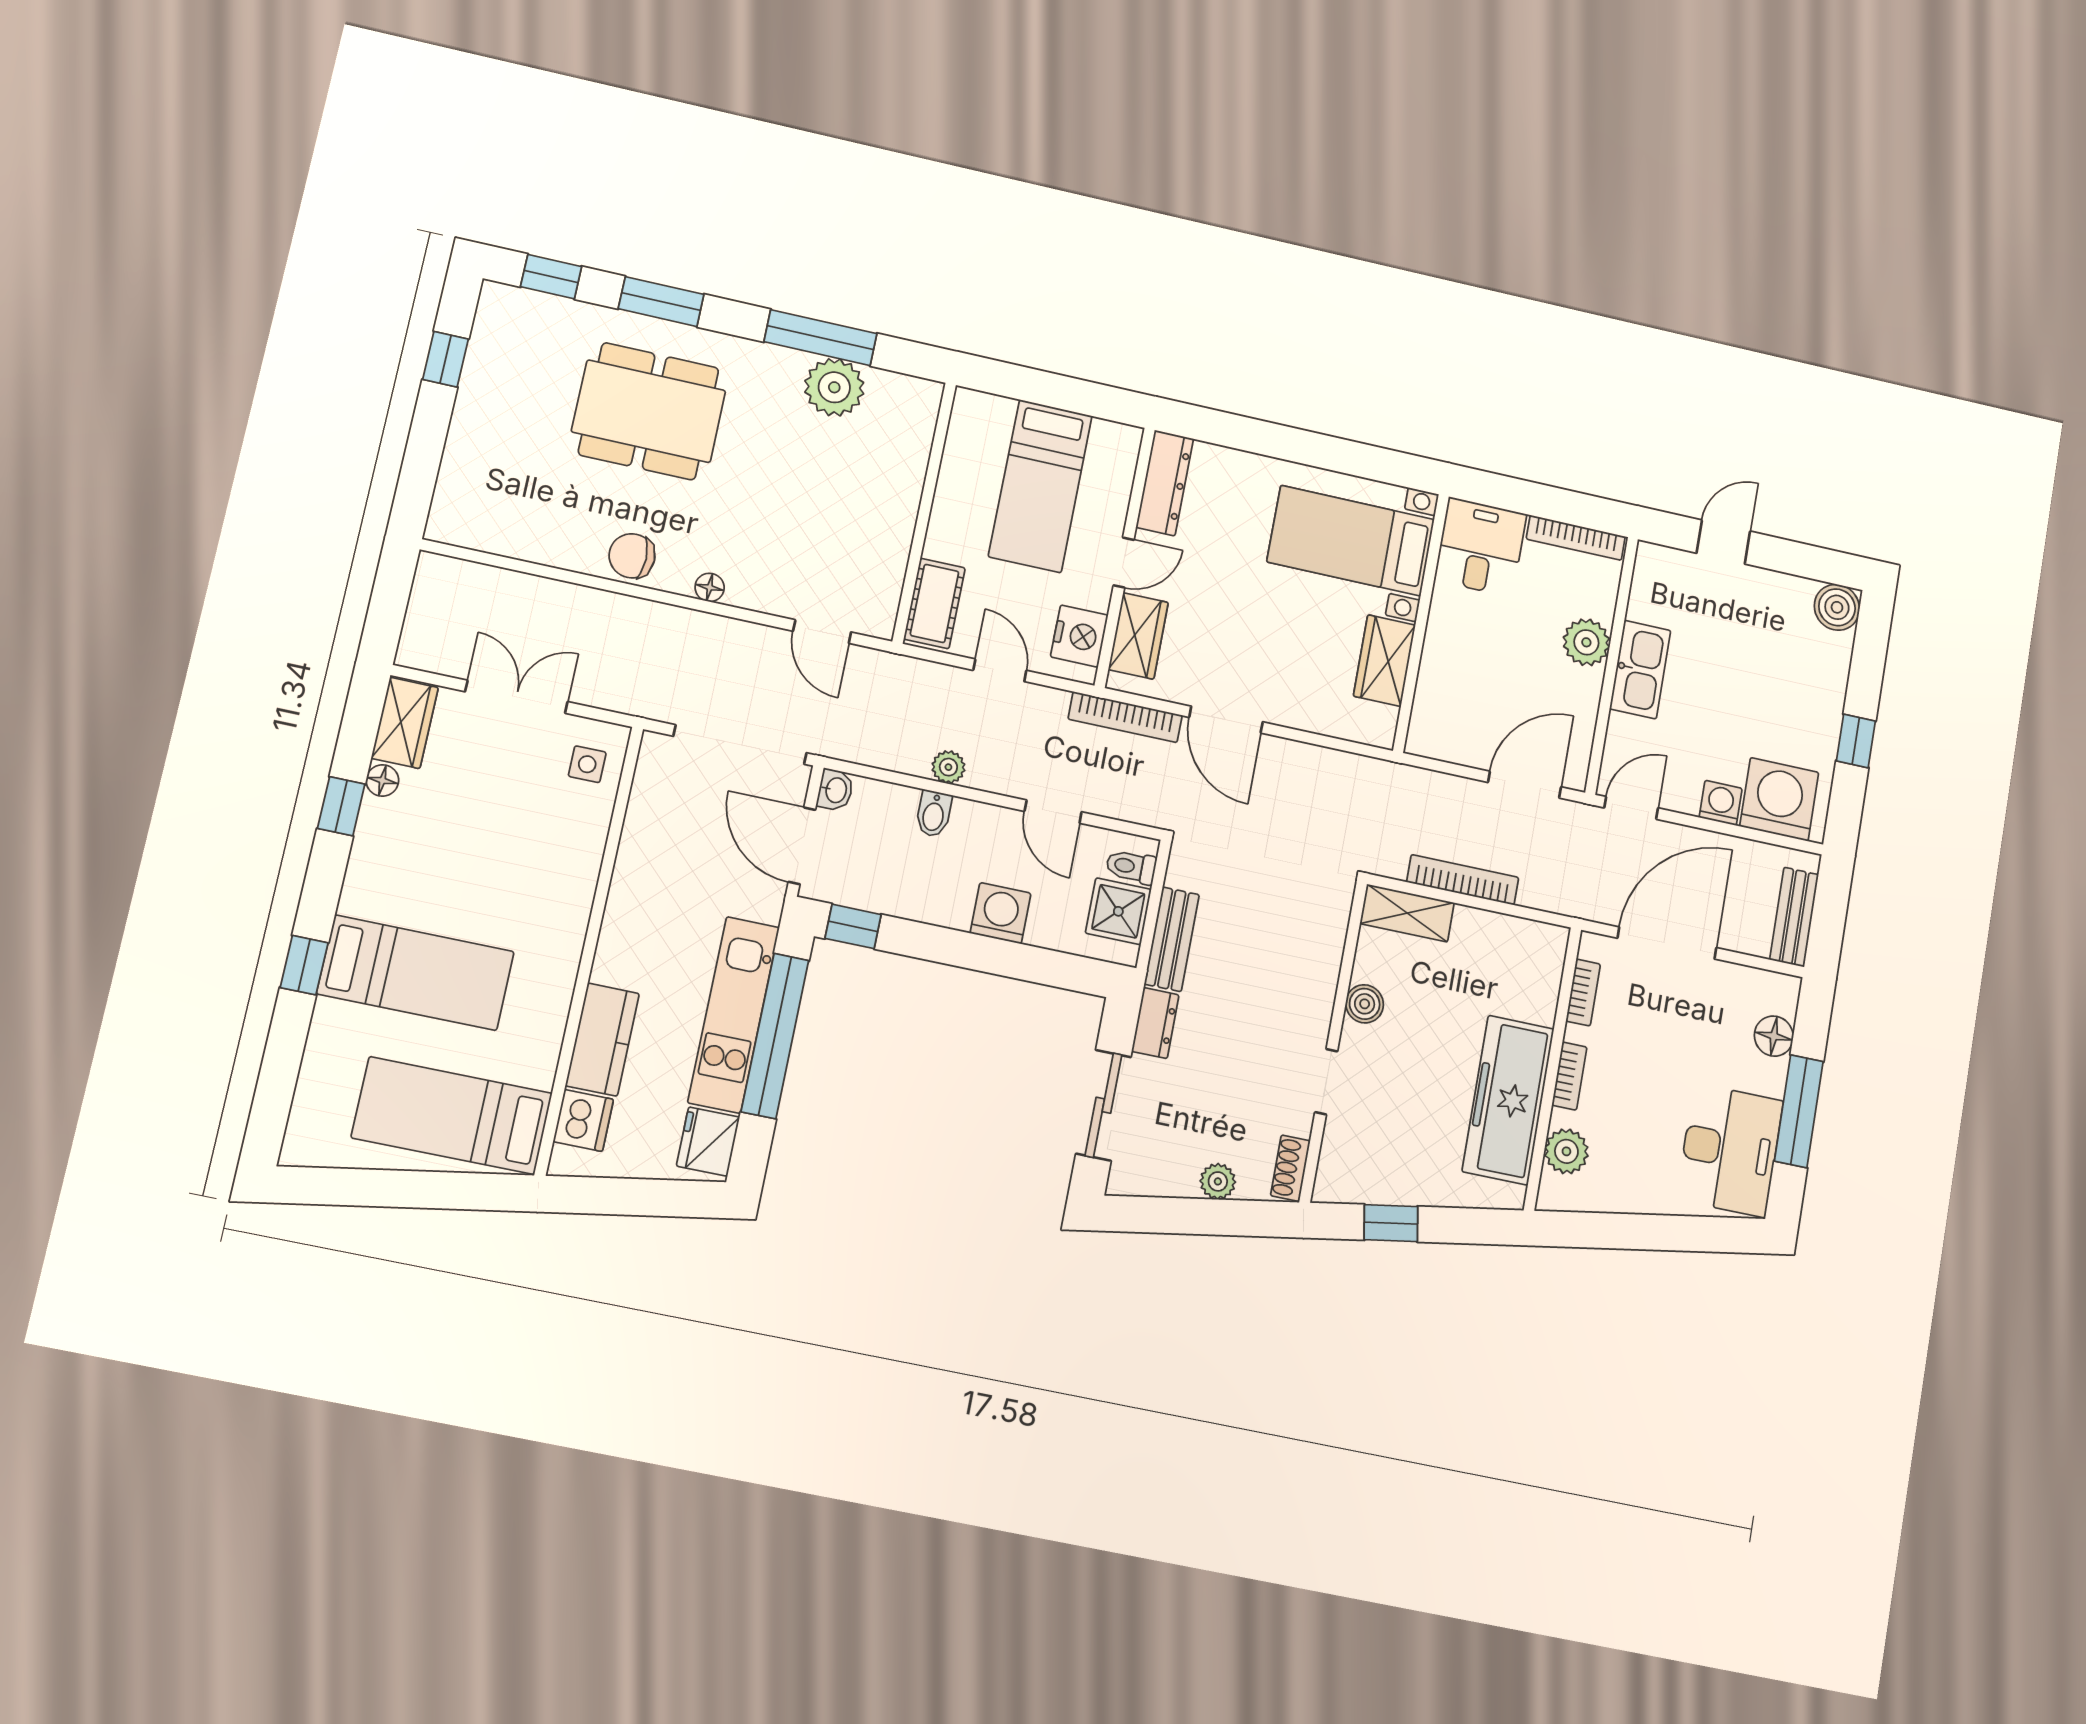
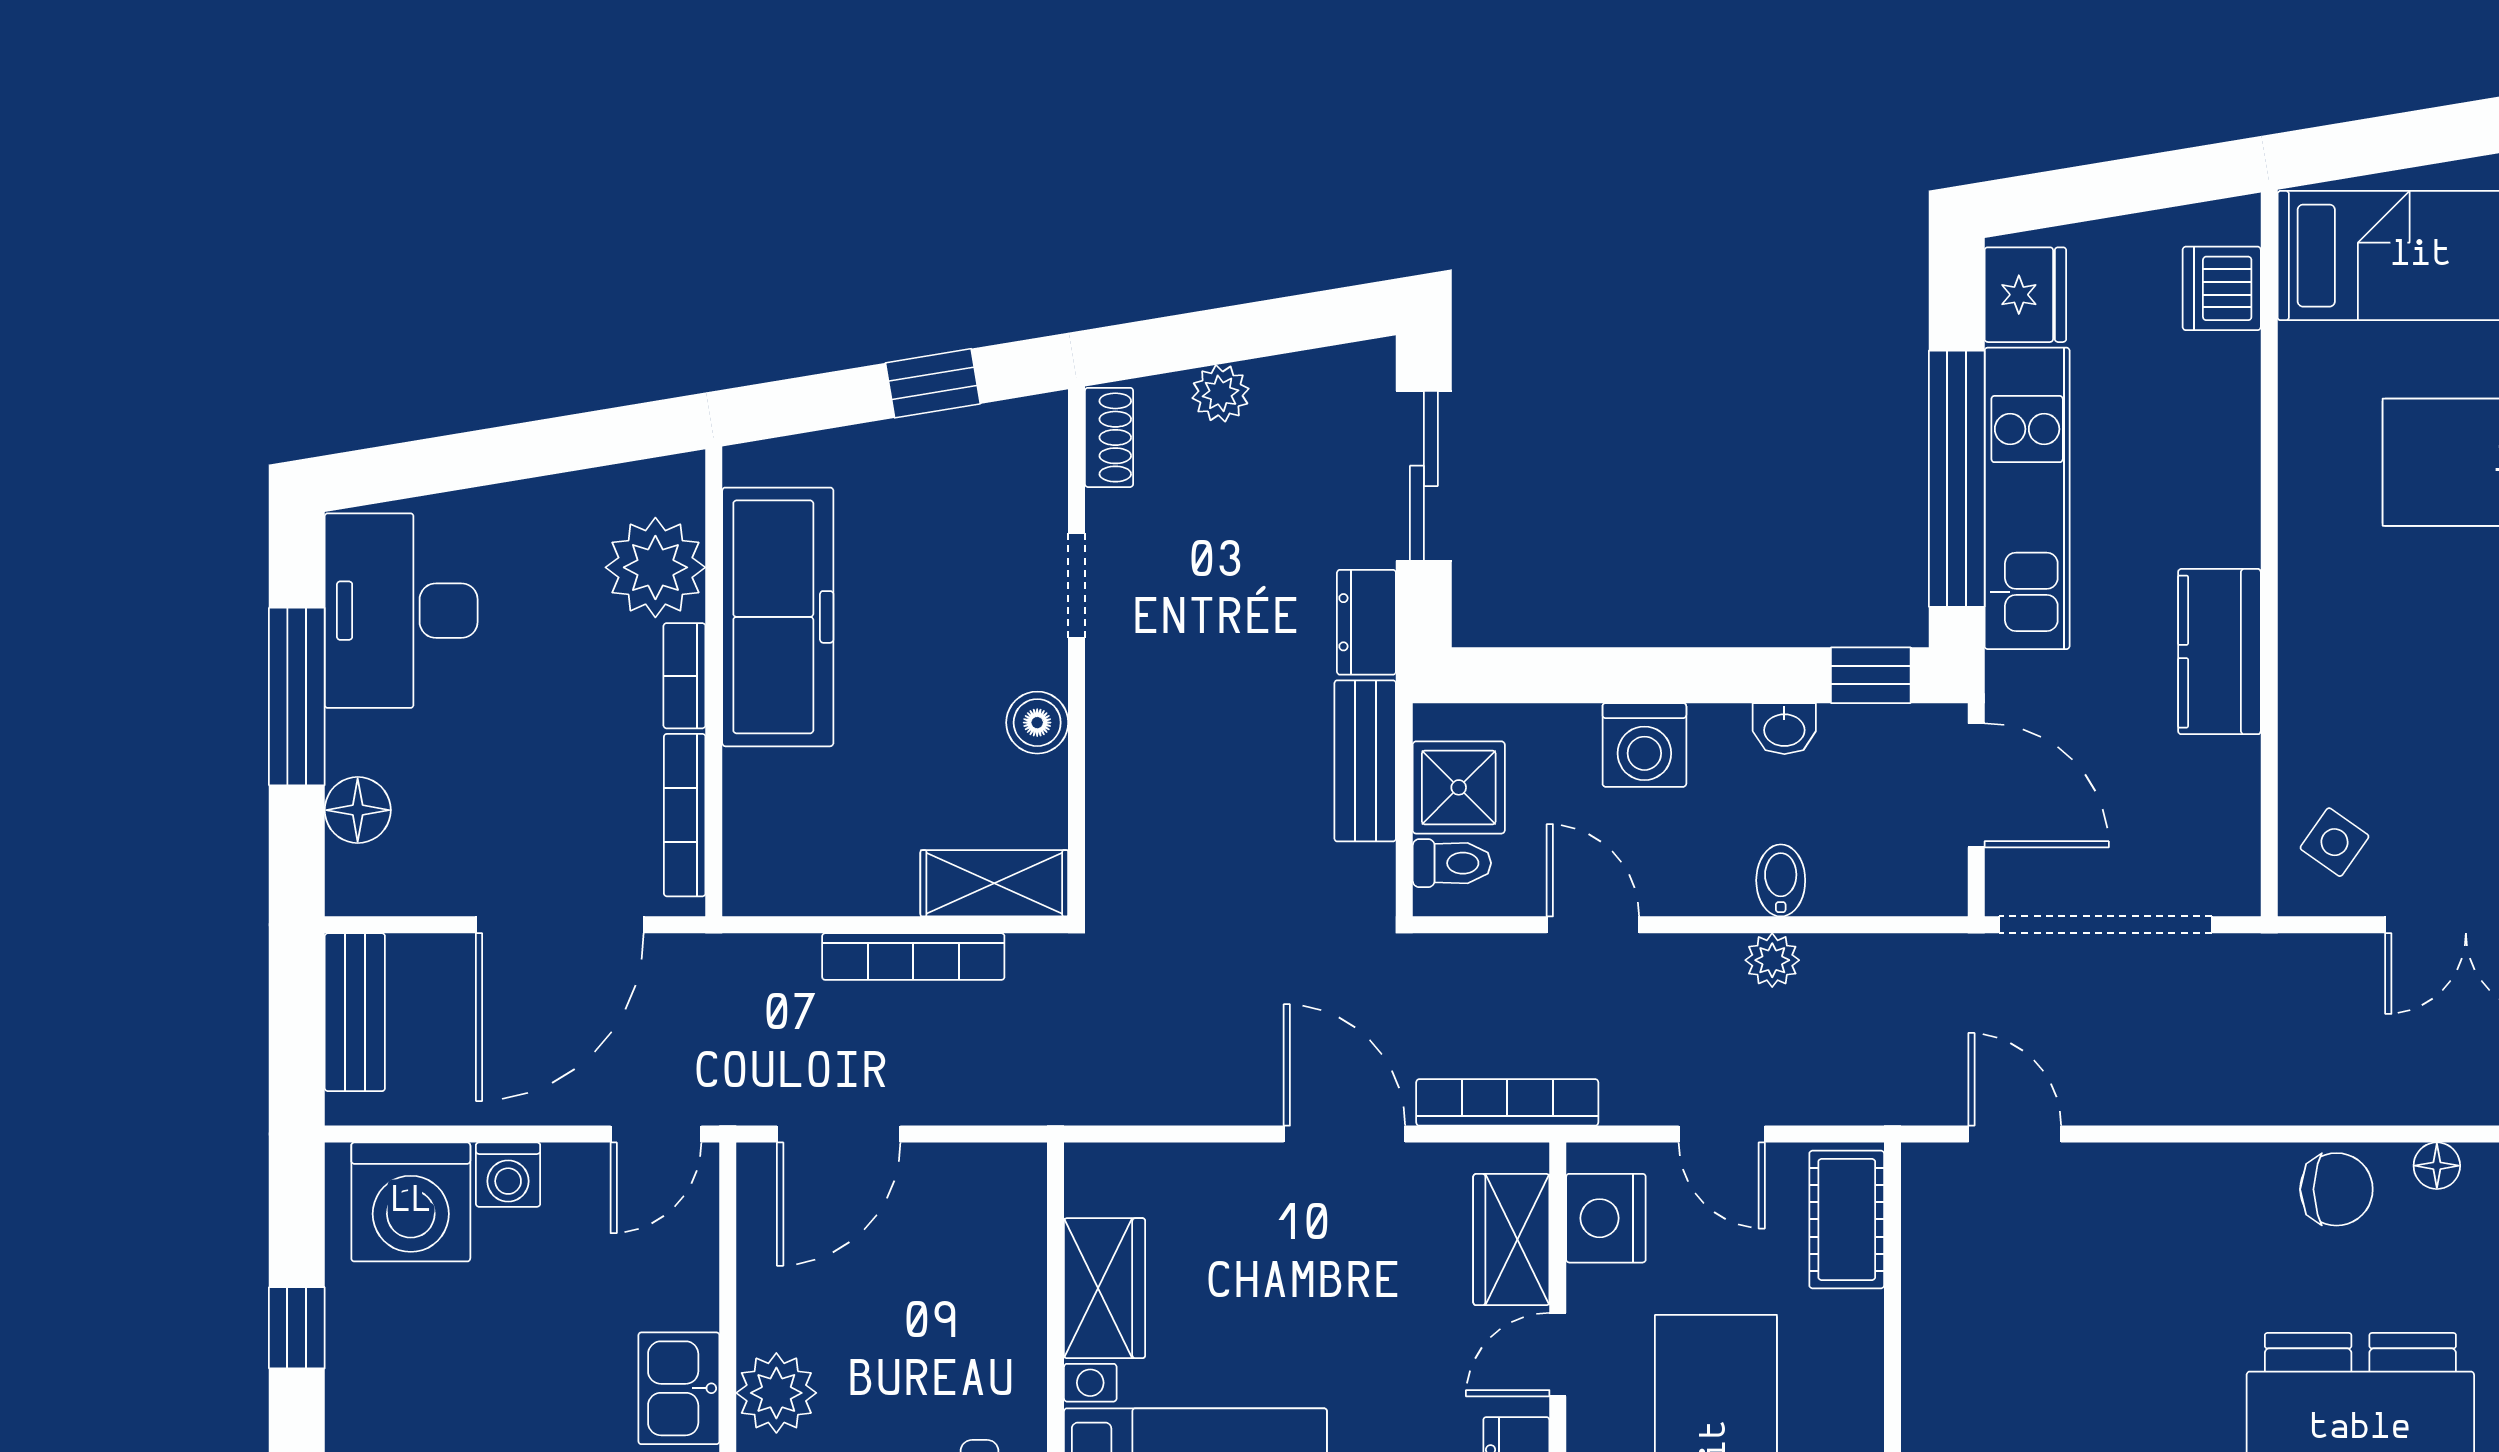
floor lamp: (710, 587) -> (2437, 1166), moved
kitchen sink: (1640, 670) -> (679, 1388), width x0.73
side table: (587, 764) -> (2335, 842), turned 35
washbasin: (835, 790) -> (1784, 729), moved, turned -90
bookcase: (1583, 993) -> (685, 815), width x1.56
kitchen counter: (602, 1040) -> (2219, 652), moved
plant: (1566, 1151) -> (655, 567), width x1.36, depth x1.36

